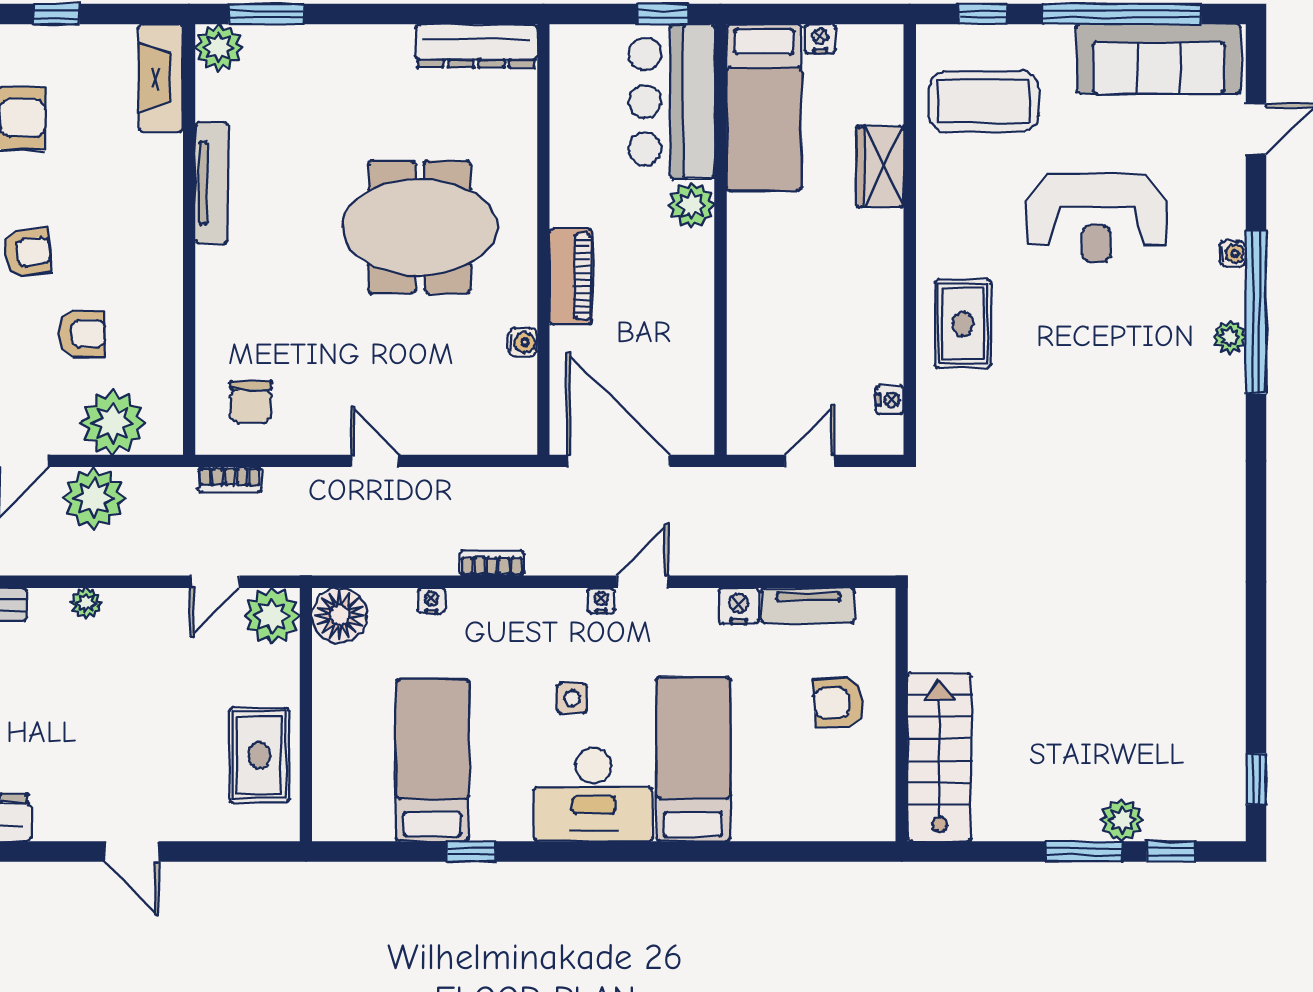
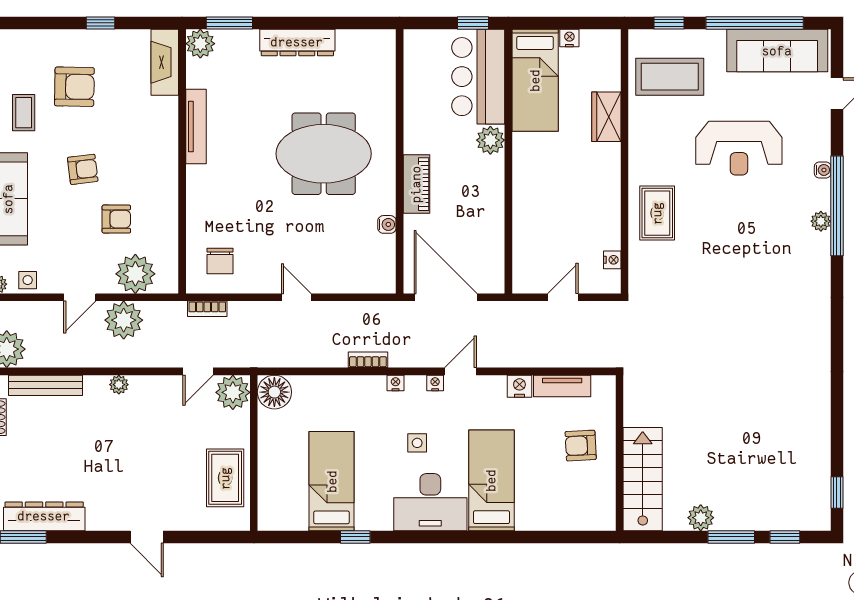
dresser: (476, 46) -> (297, 42), moved
nightstand: (431, 601) -> (396, 383), moved
plant: (1122, 820) -> (701, 518), moved

